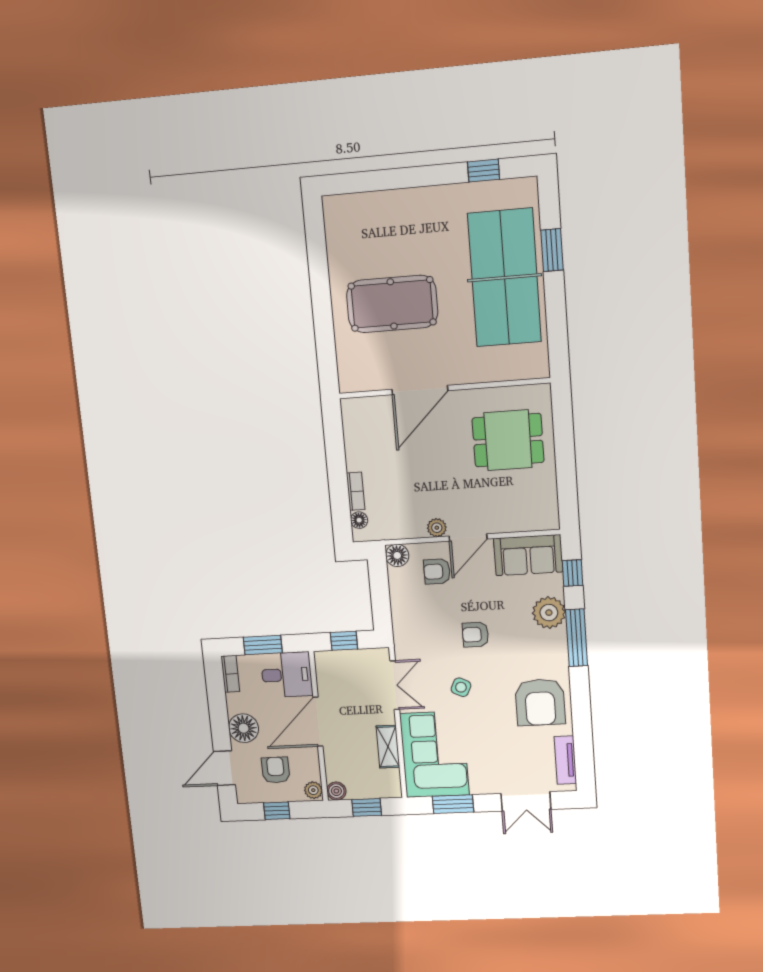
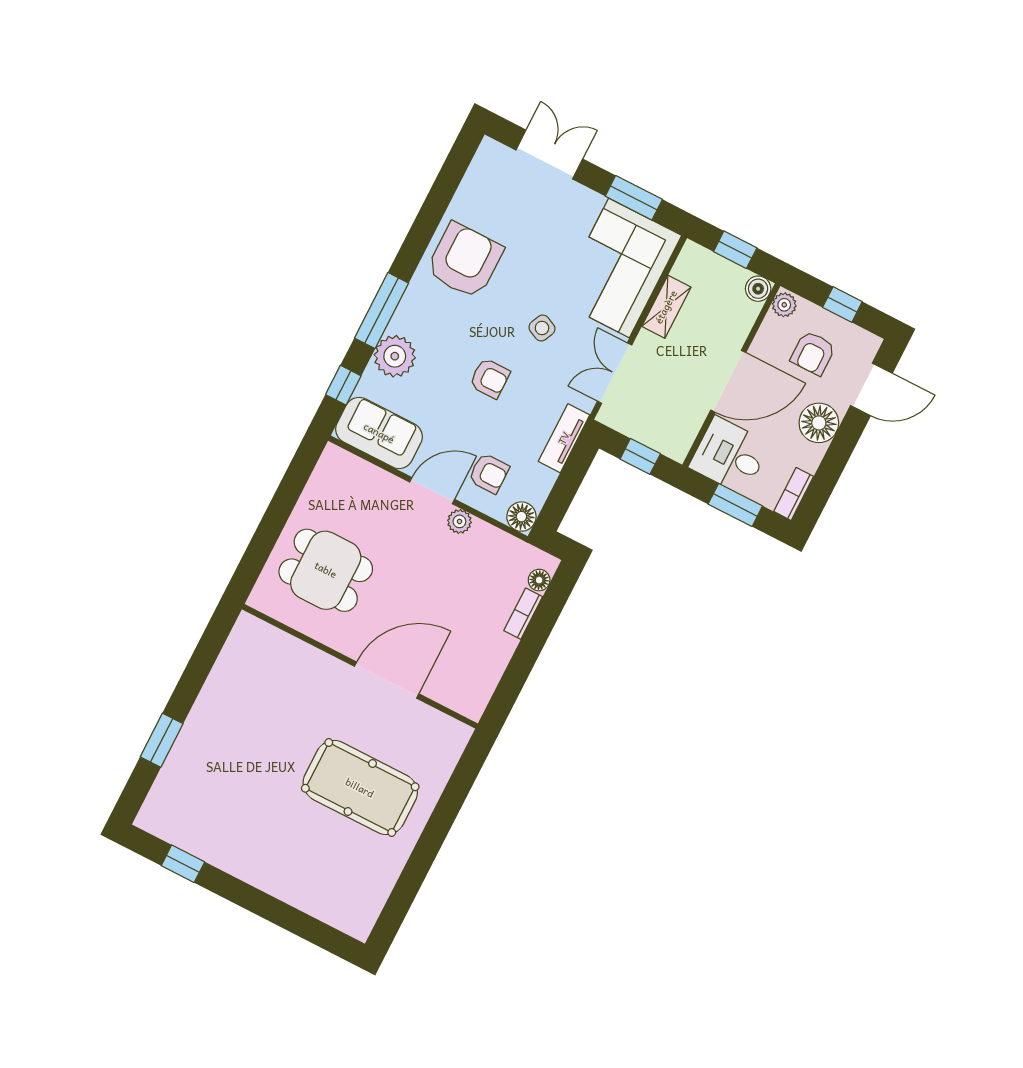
table tennis table: (504, 278) -> (227, 742), removed
tv unit: (565, 760) -> (564, 438), moved, turned 180

